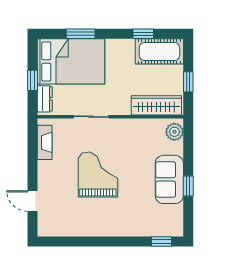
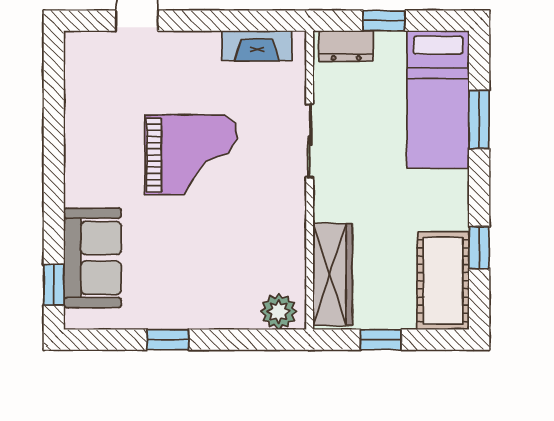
bed: (71, 61) -> (438, 100), width x0.67
sofa: (169, 179) -> (92, 258), moved, turned 90

